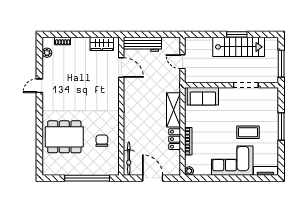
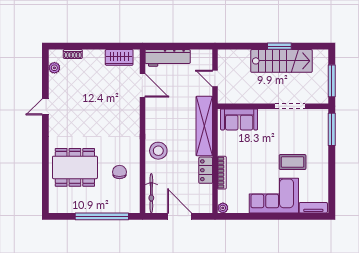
shelving: (173, 110) -> (204, 126), width x1.47
stool: (135, 123) -> (158, 151), added
window: (281, 127) -> (332, 129), moved

